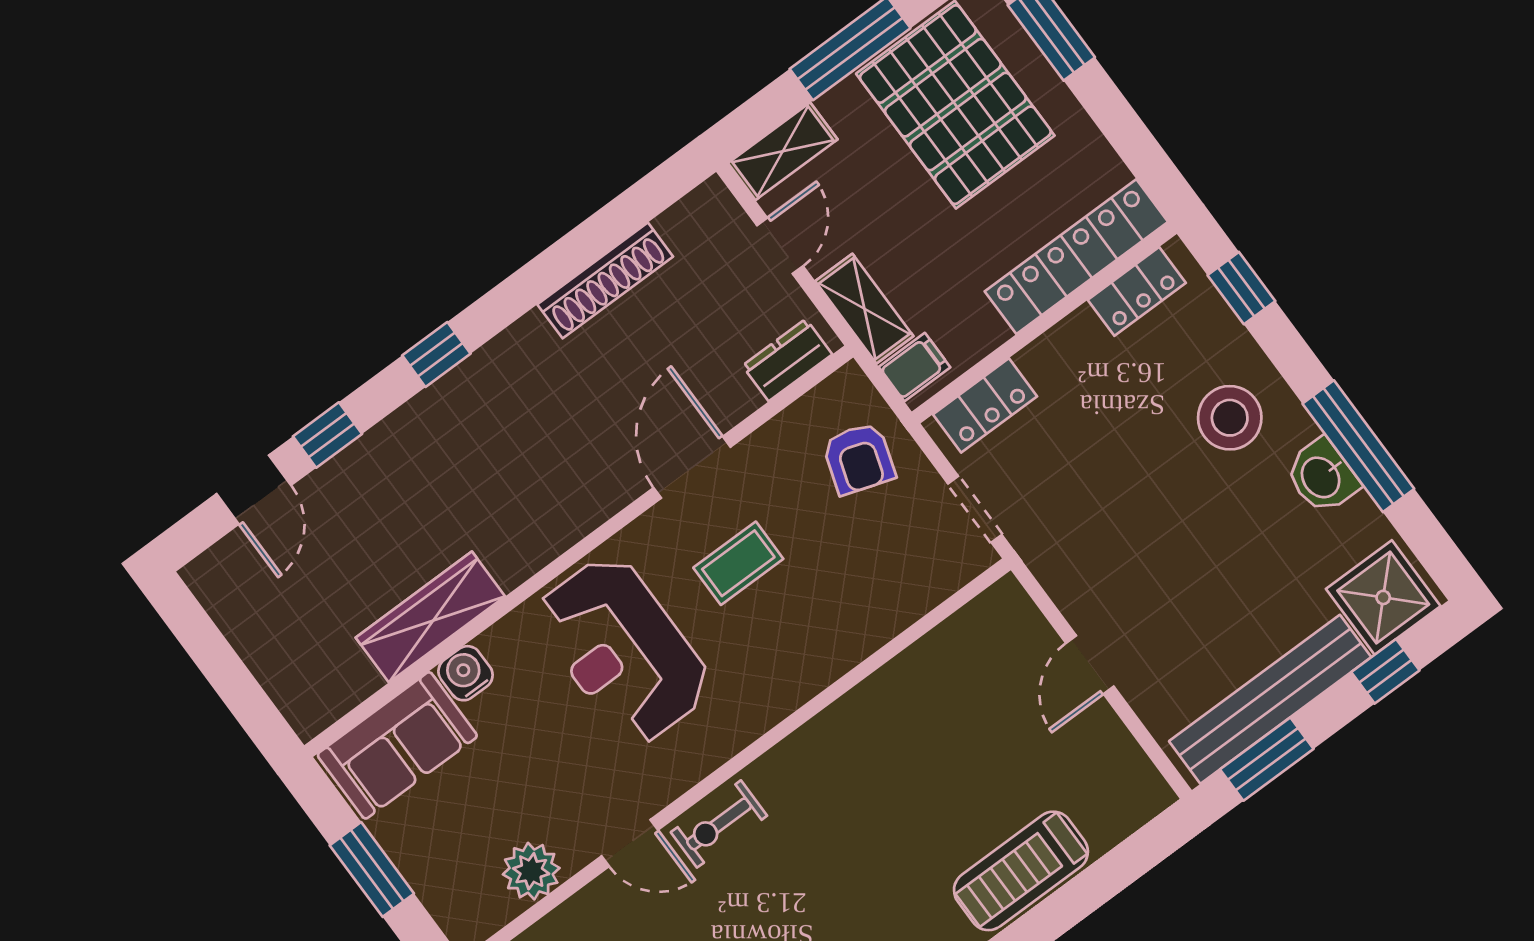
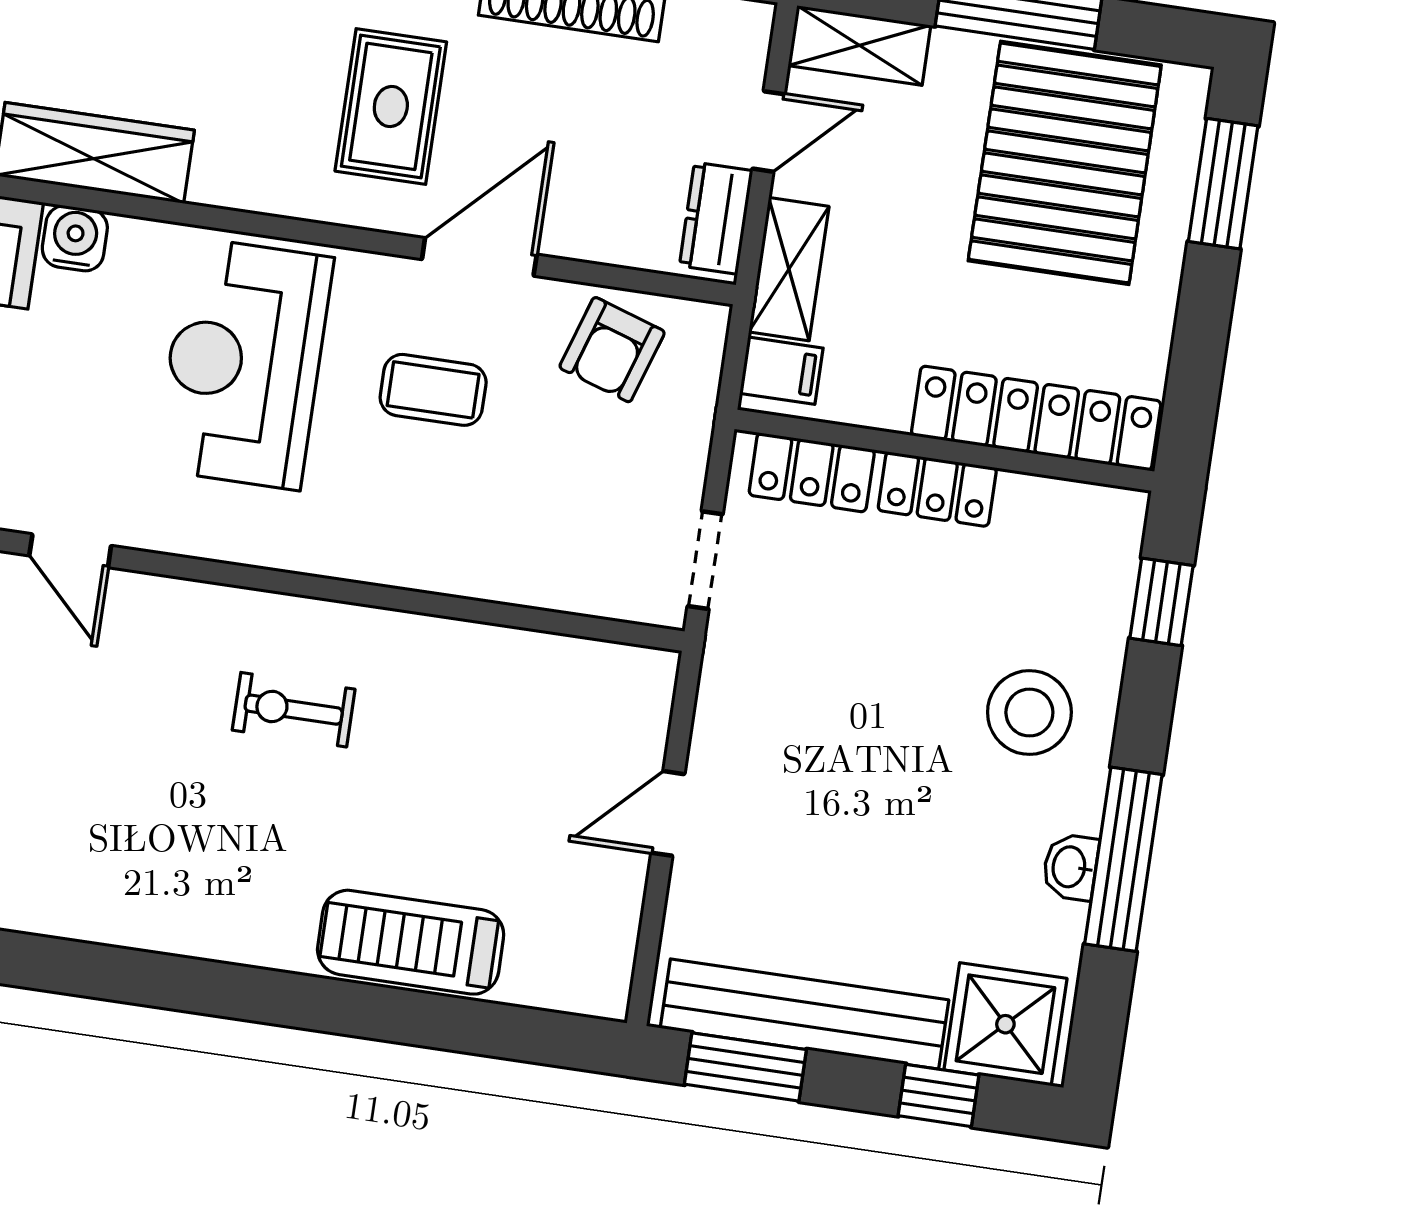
locker: (1137, 291) -> (937, 489), moved
dresser: (787, 360) -> (716, 218), moved, turned -90
rug: (564, 434) -> (391, 106), added
armchair: (859, 459) -> (612, 350), moved
washbasin: (1322, 476) -> (1070, 867), width x0.72, depth x0.69
exercise bike: (719, 824) -> (294, 710), moved

